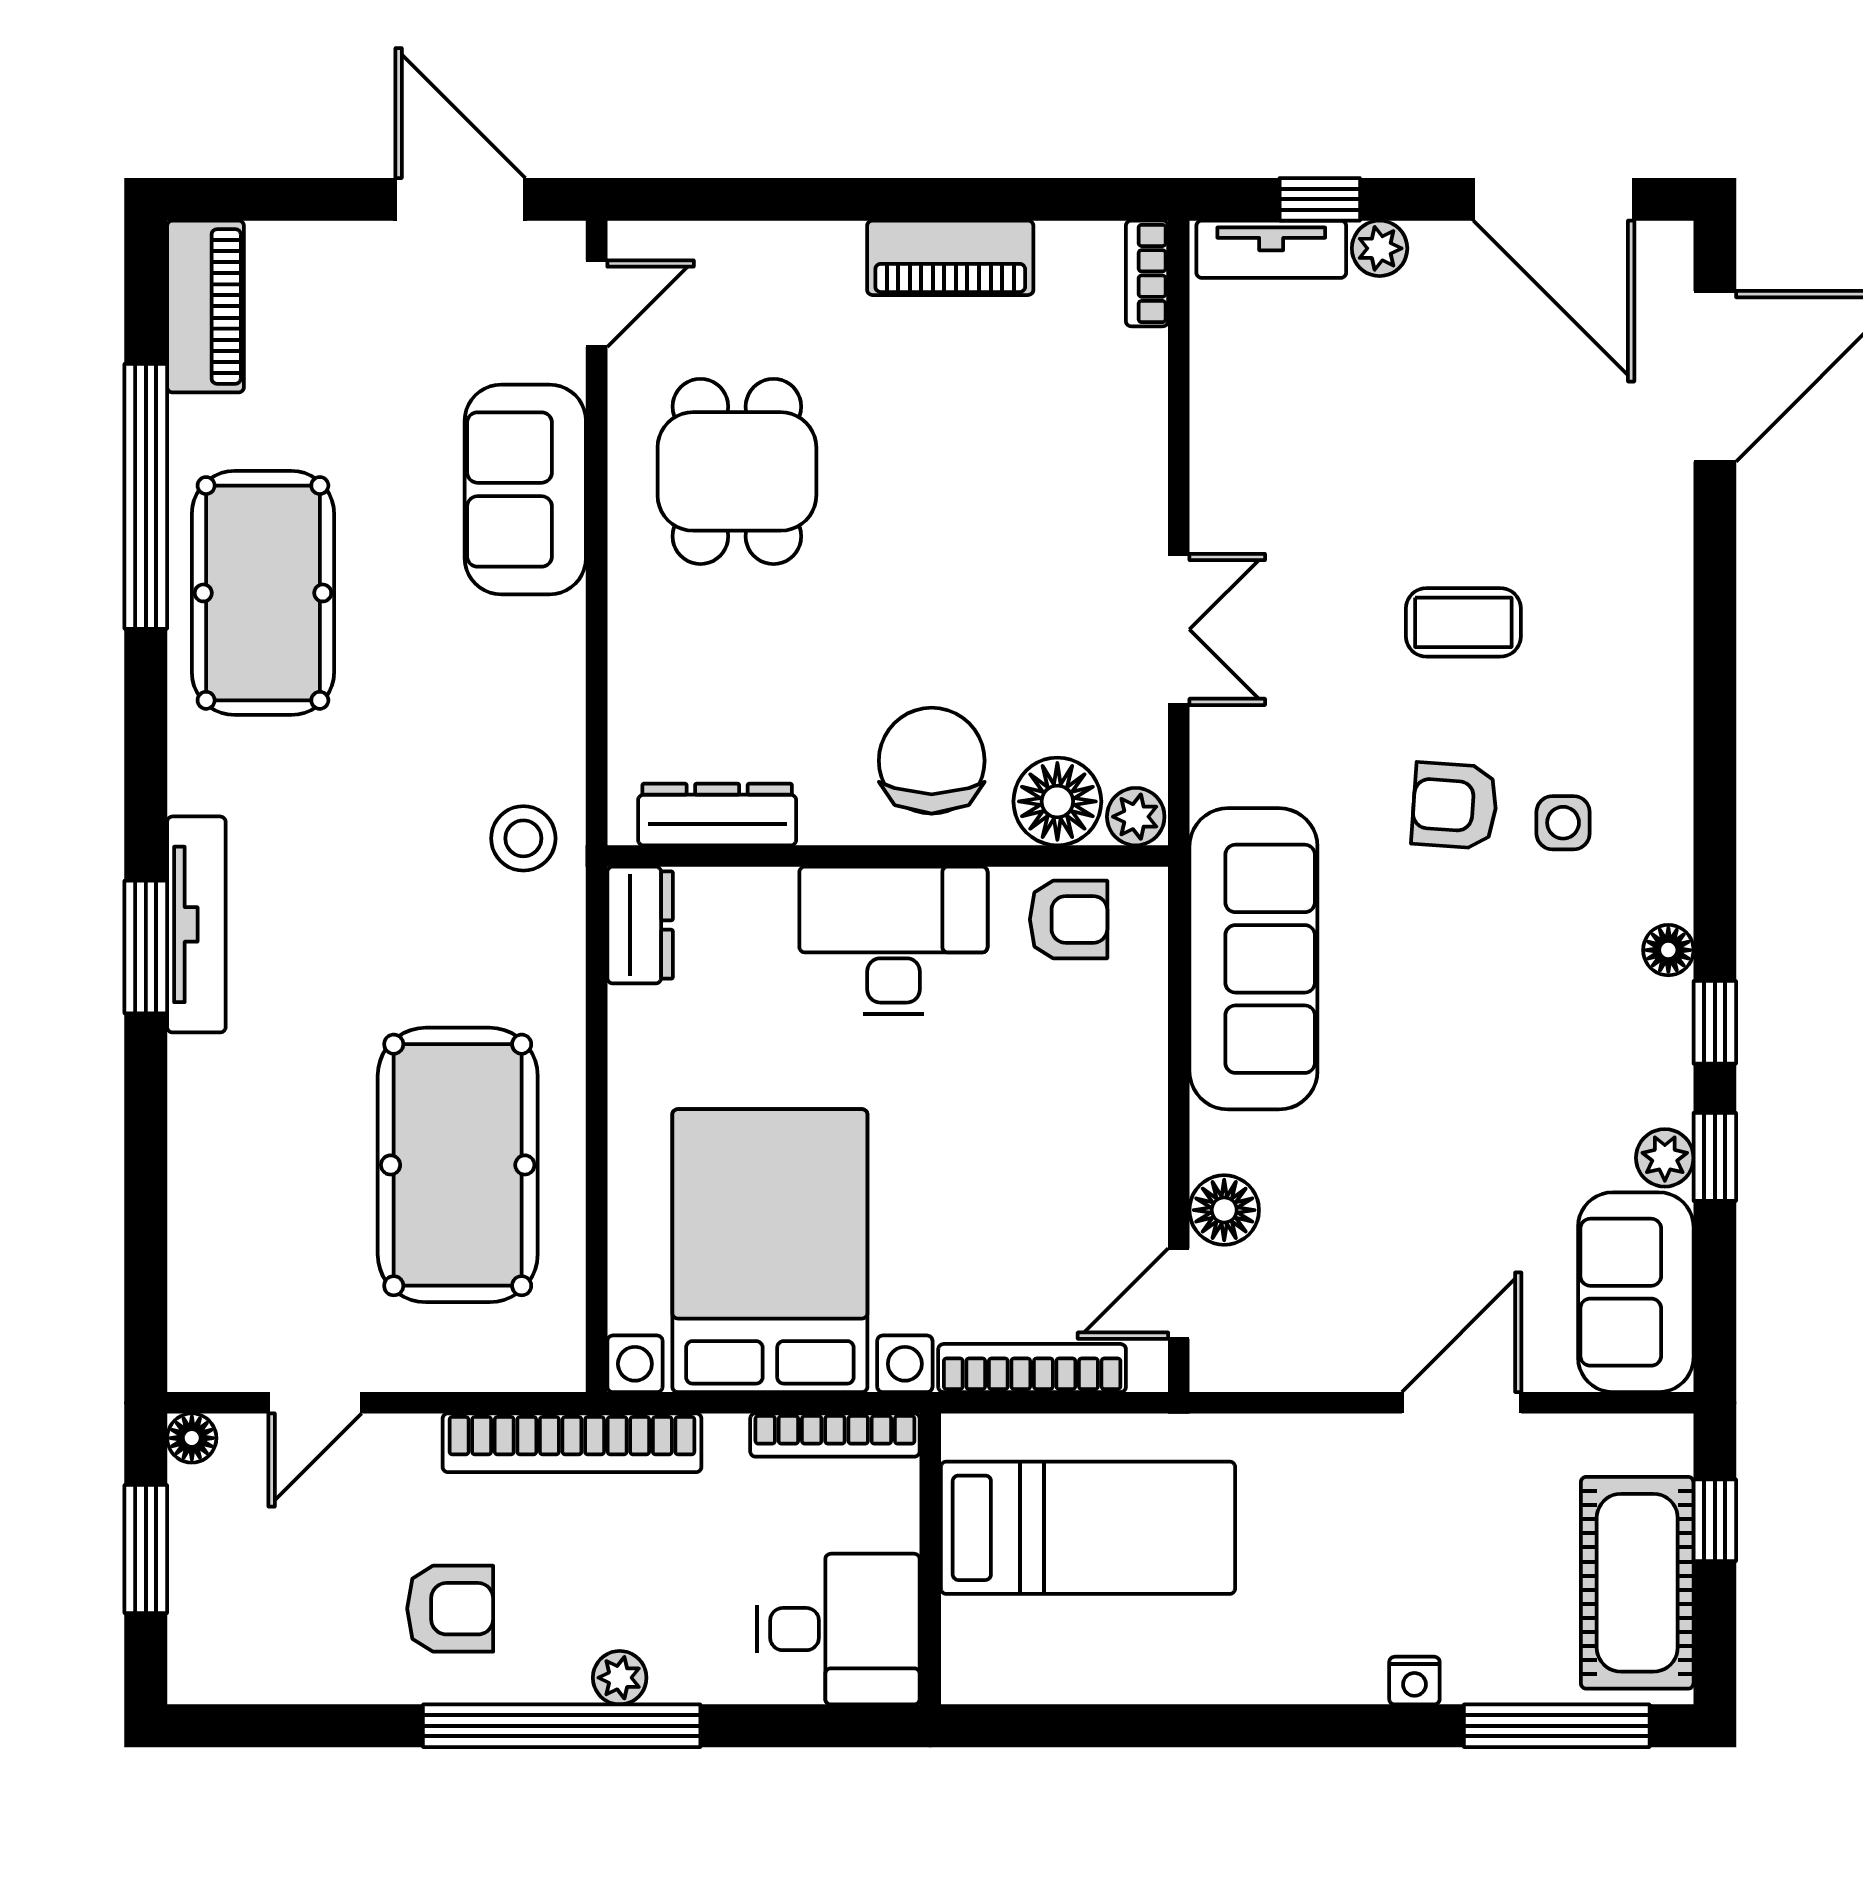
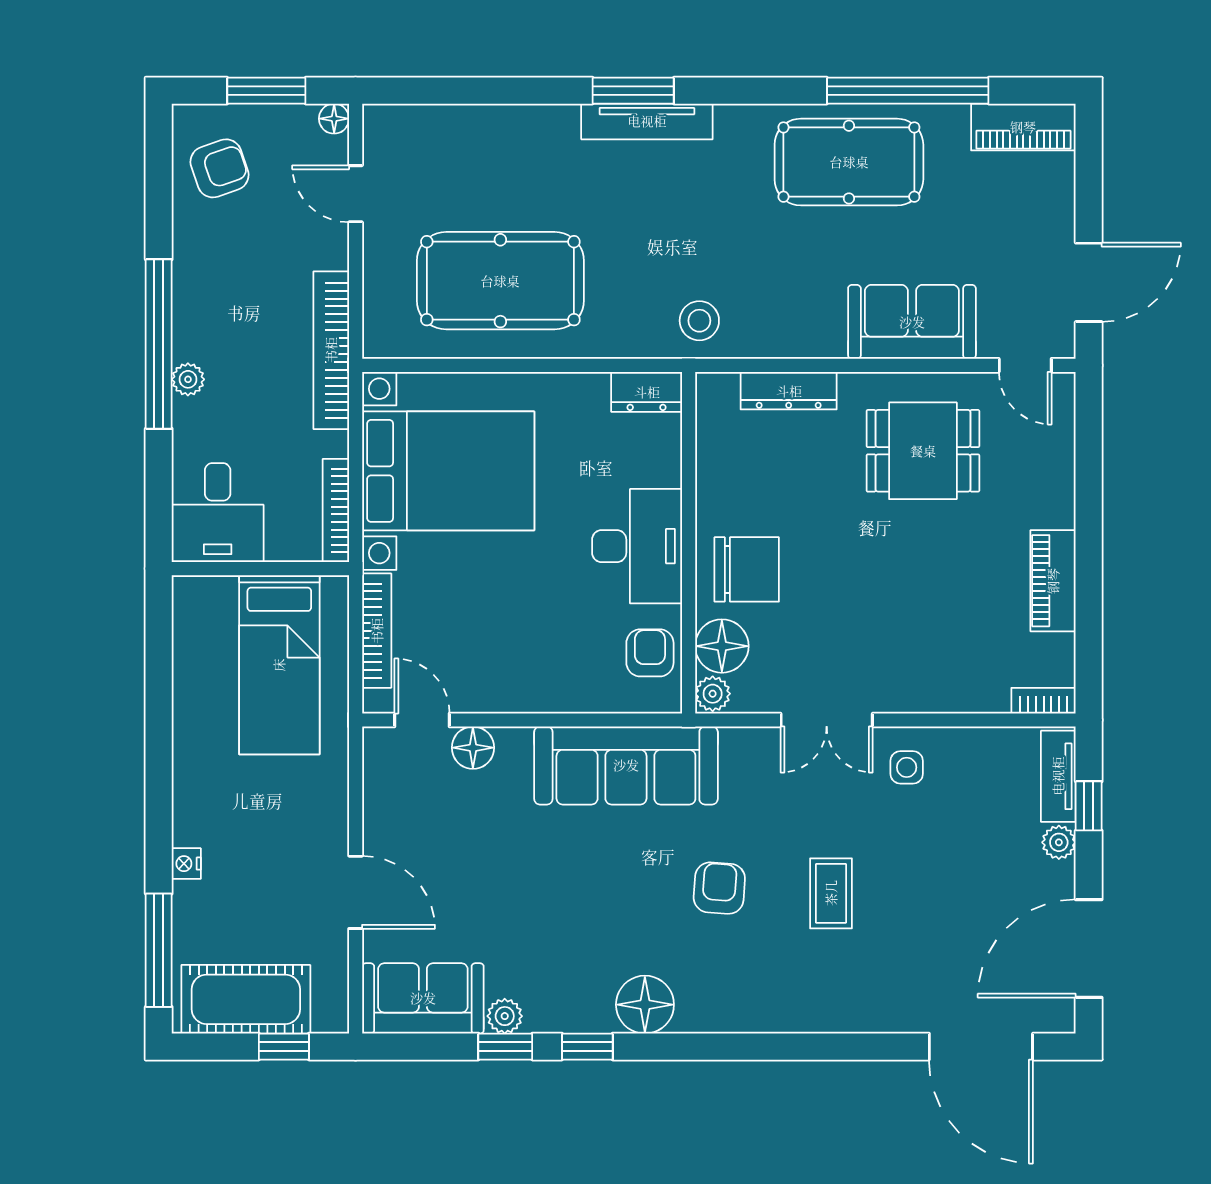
dresser: (717, 814) -> (789, 391), moved, turned 90
side table: (1563, 823) -> (907, 767), moved
armchair: (1069, 919) -> (650, 653), turned 180
floor lamp: (1668, 950) -> (645, 1005), width x1.89, depth x1.89
armchair: (450, 1609) -> (219, 168), moved, turned -109

